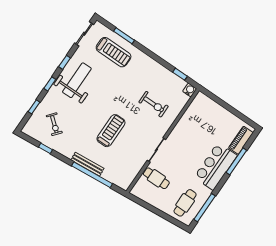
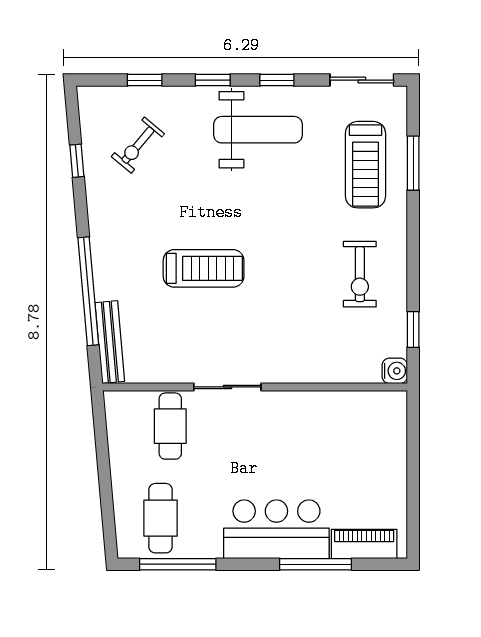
exercise bike: (154, 104) -> (360, 274), moved
bench: (87, 164) -> (110, 342), moved
cafe table: (185, 203) -> (161, 518), turned 90

